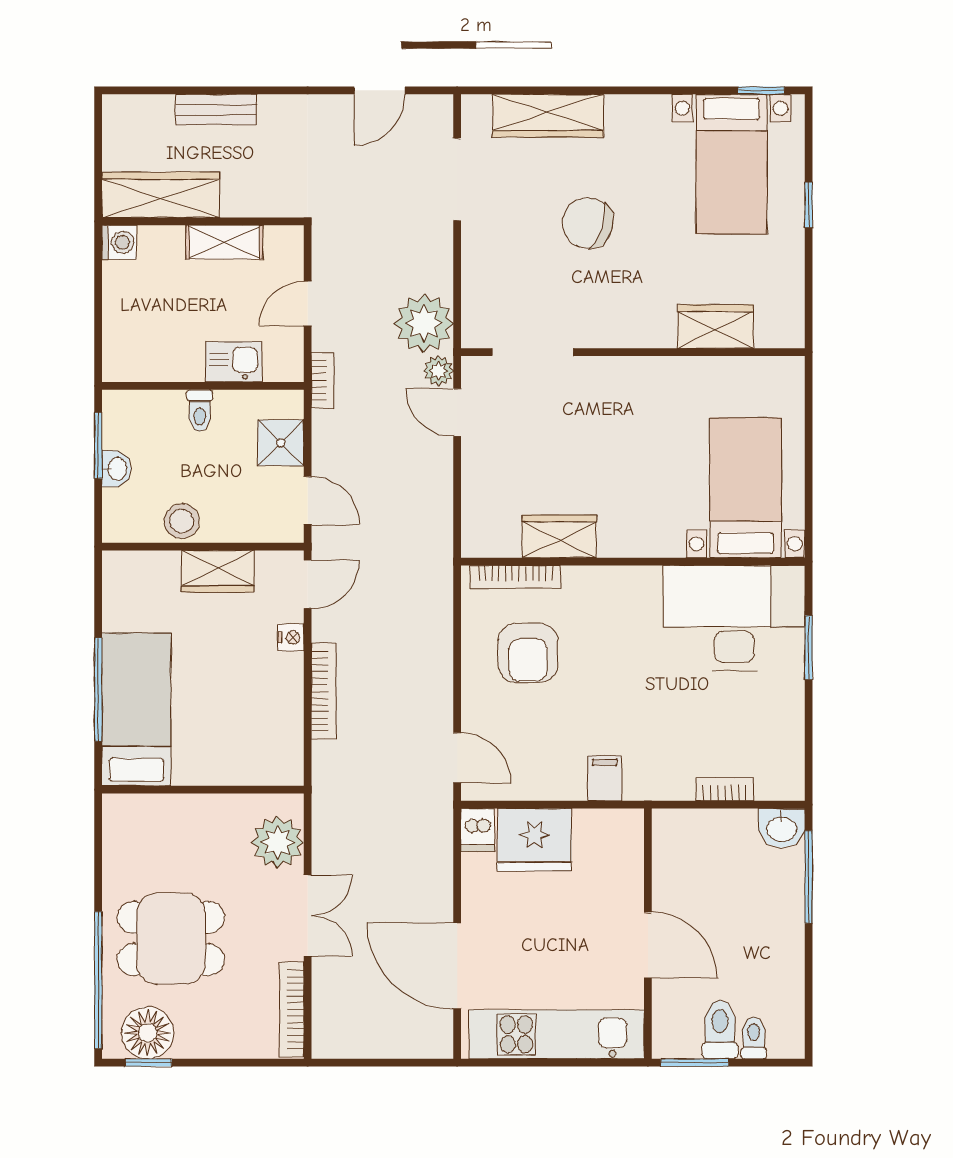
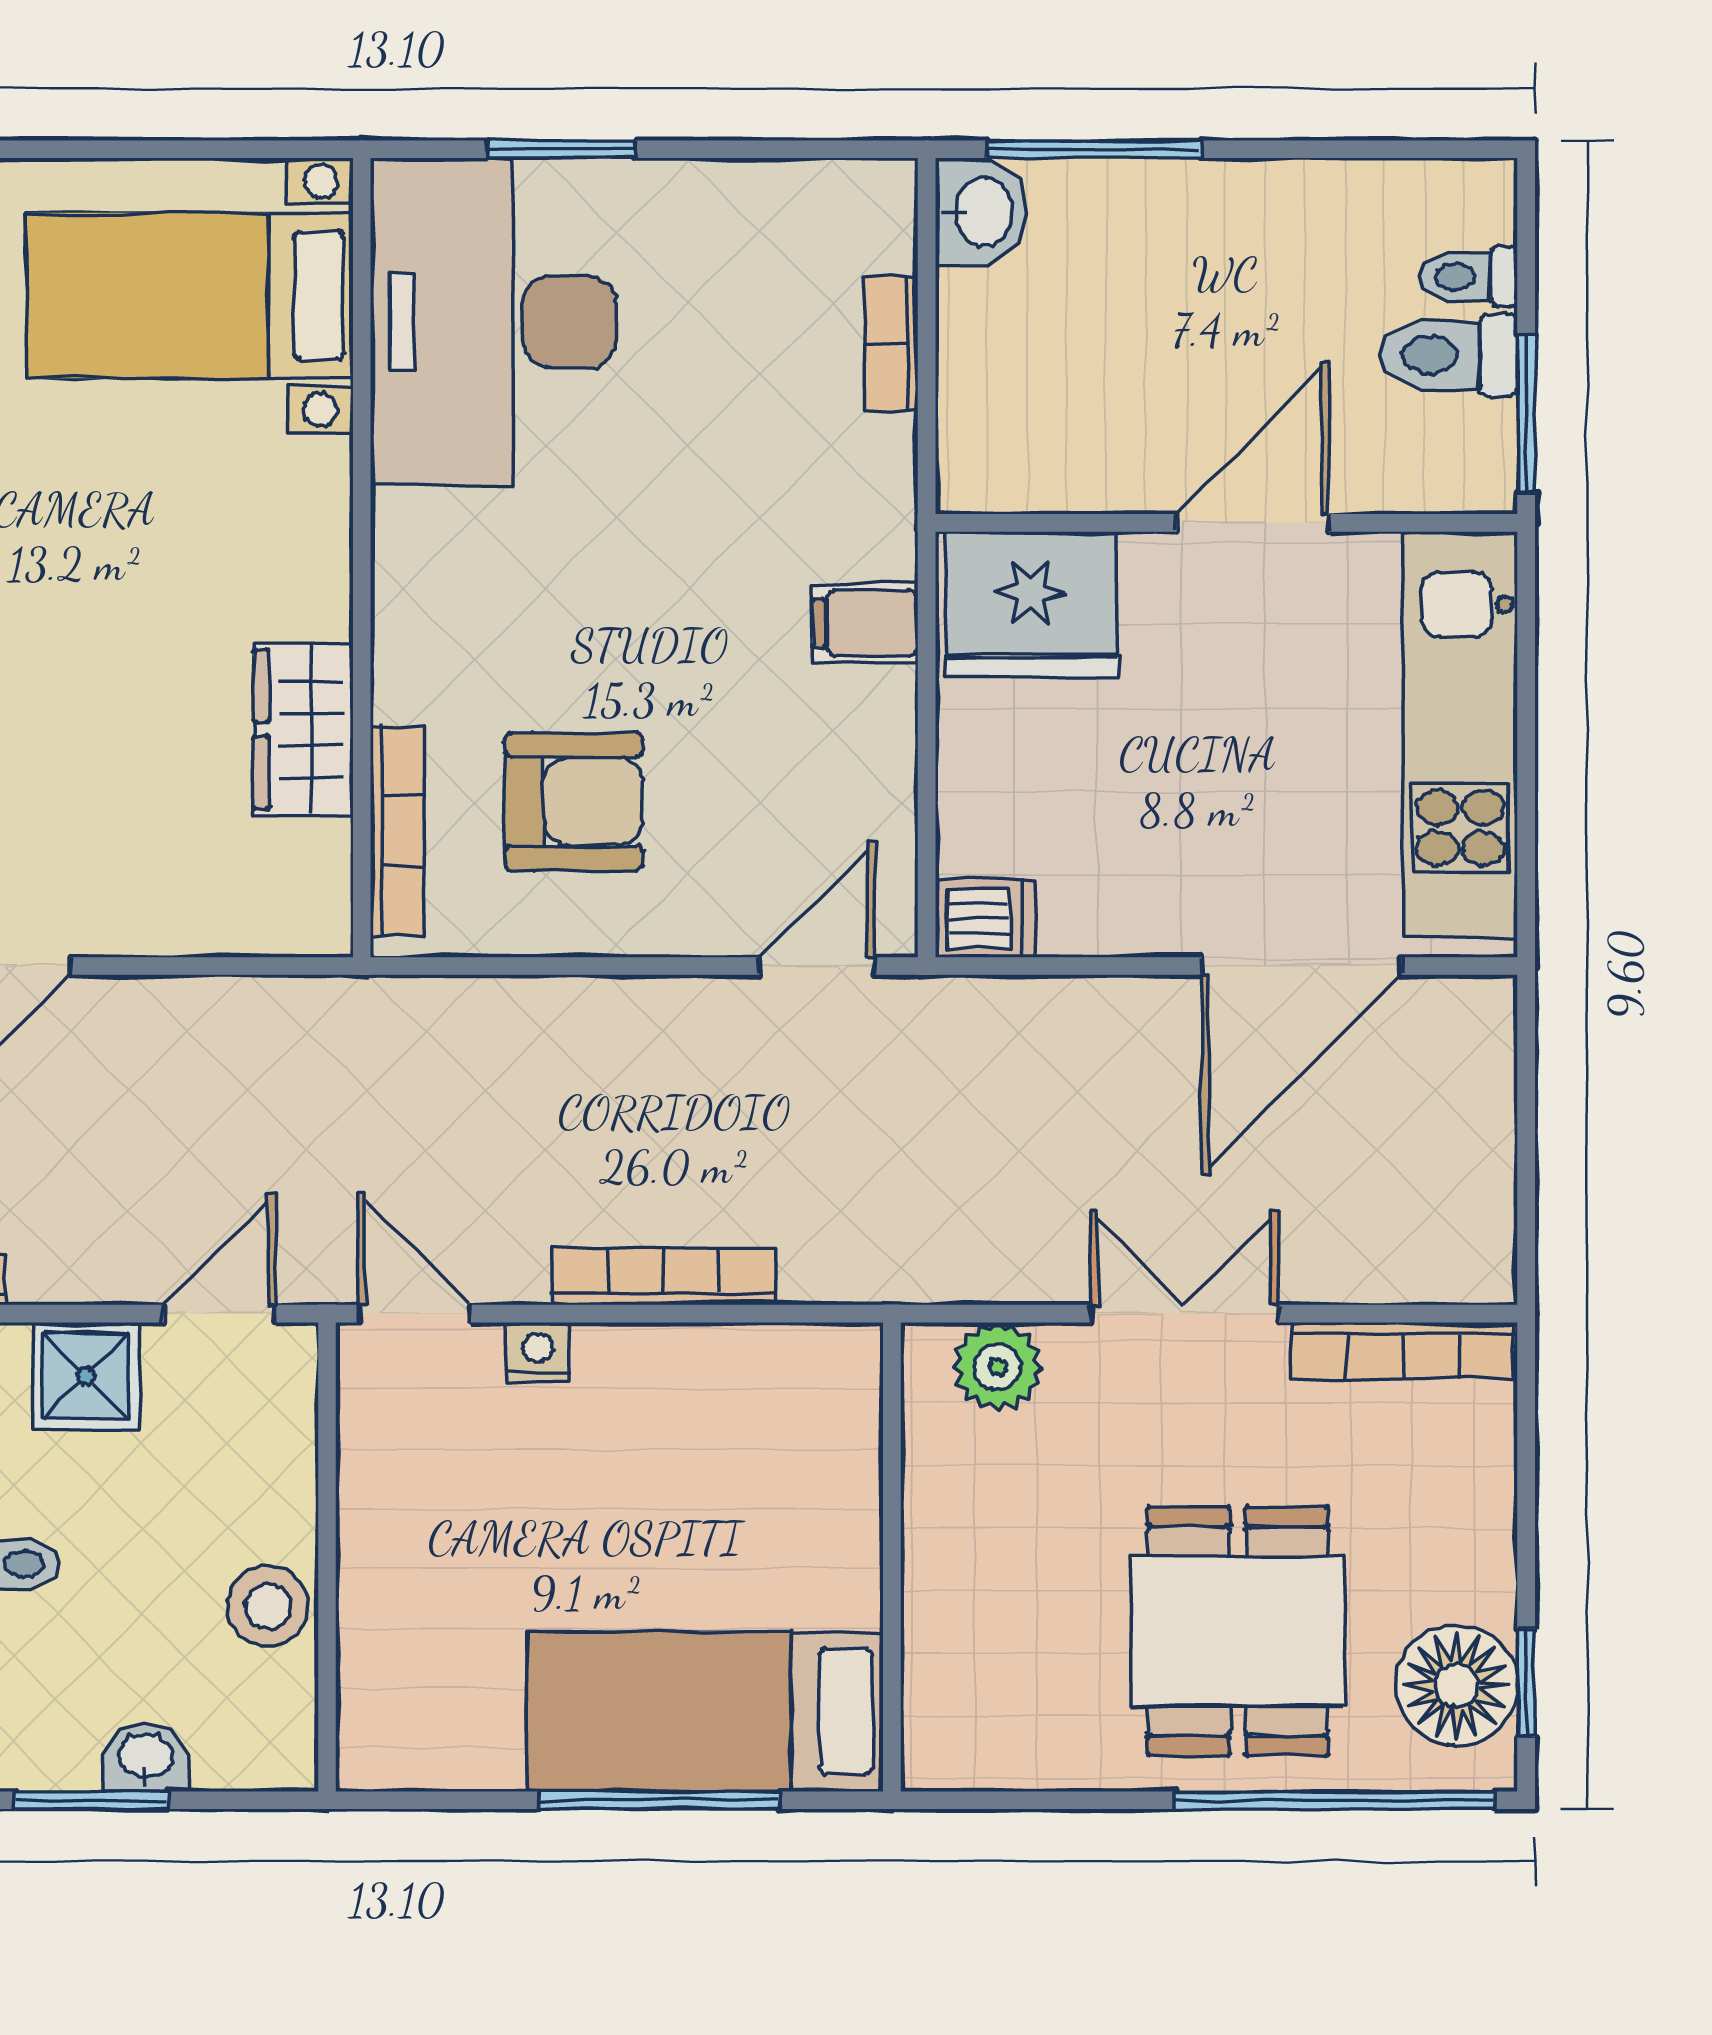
wardrobe: (218, 571) -> (384, 1523), removed
fridge: (534, 840) -> (1031, 605), moved, turned 90
plant: (278, 842) -> (998, 1367), width x0.73, depth x0.73

